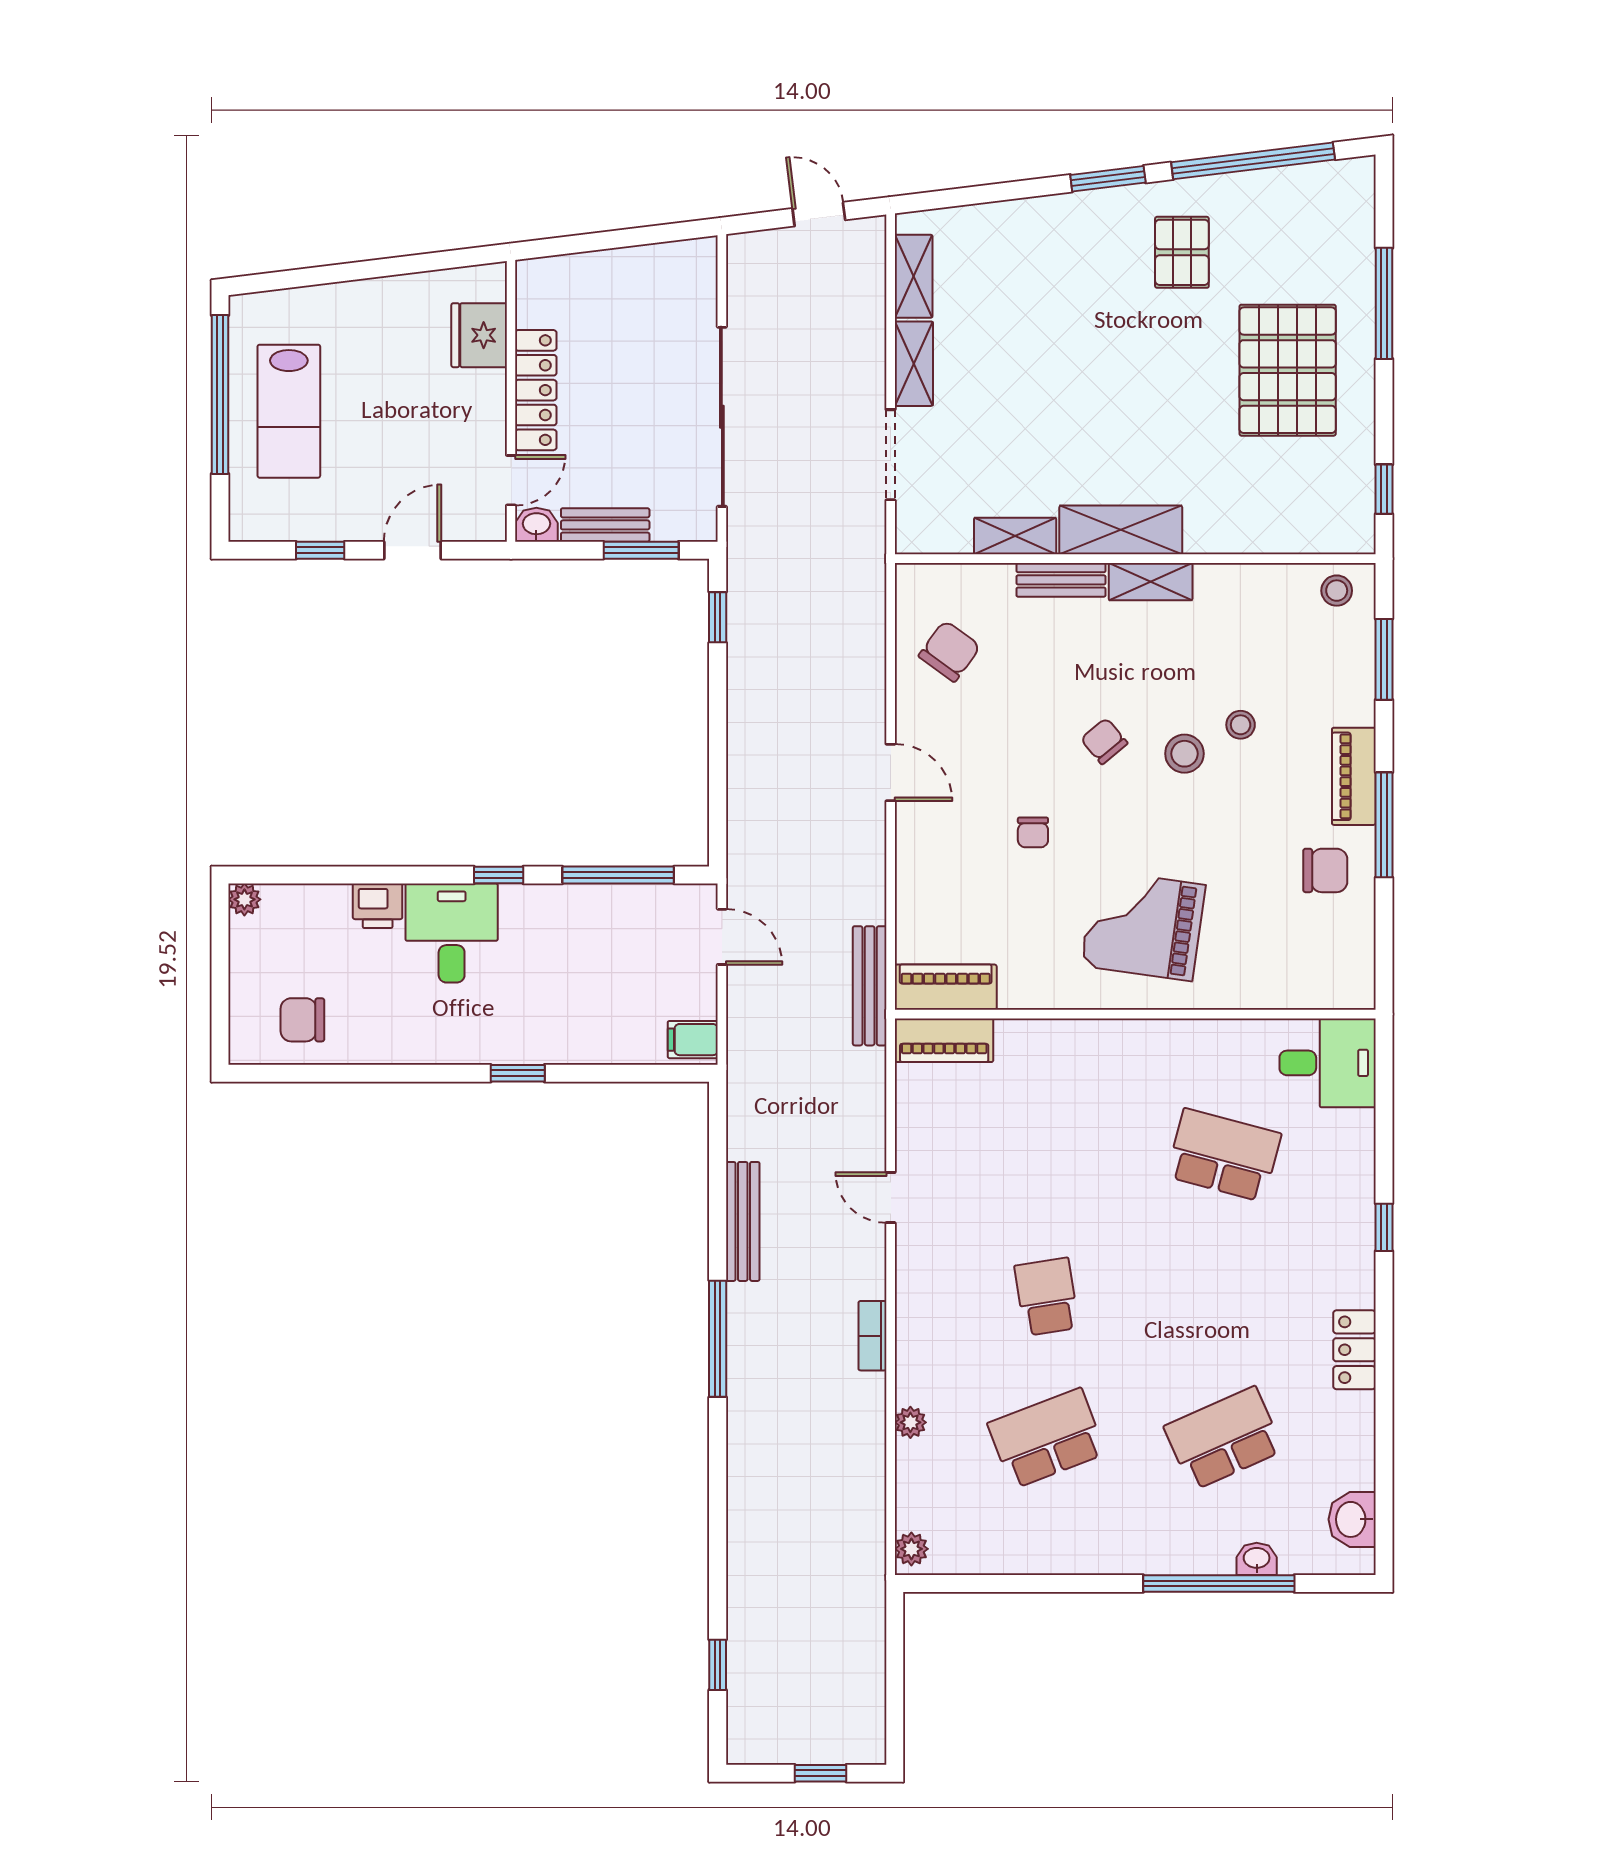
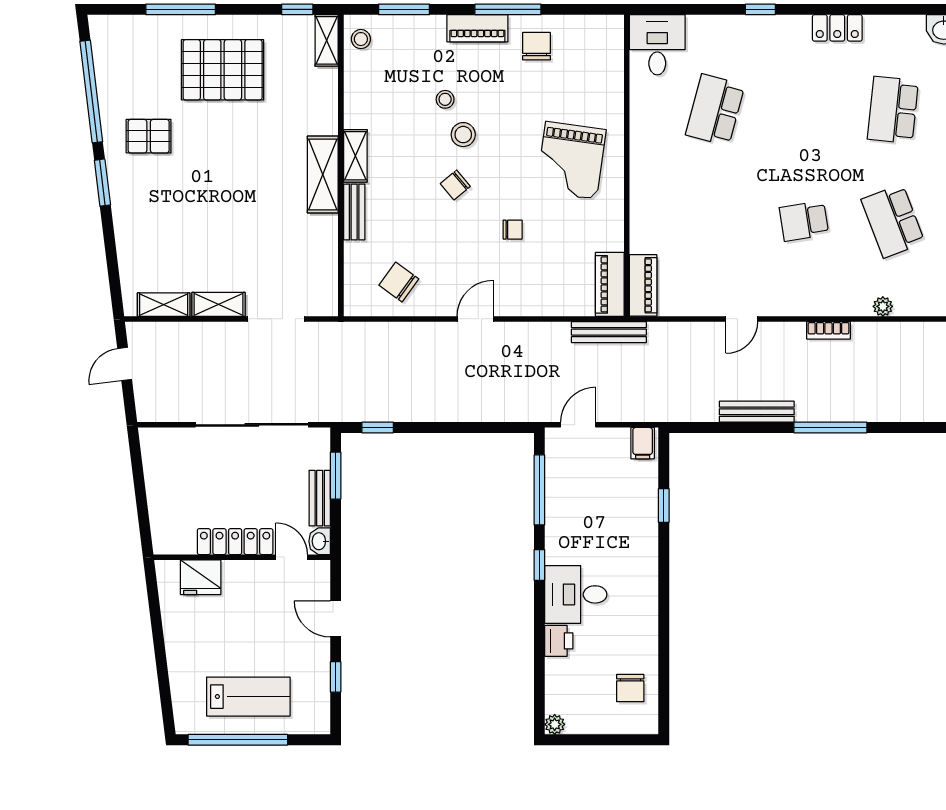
shelving: (1015, 536) -> (327, 40), moved
window: (518, 1073) -> (664, 505), moved
school desk: (1224, 1438) -> (893, 110), turned 30

